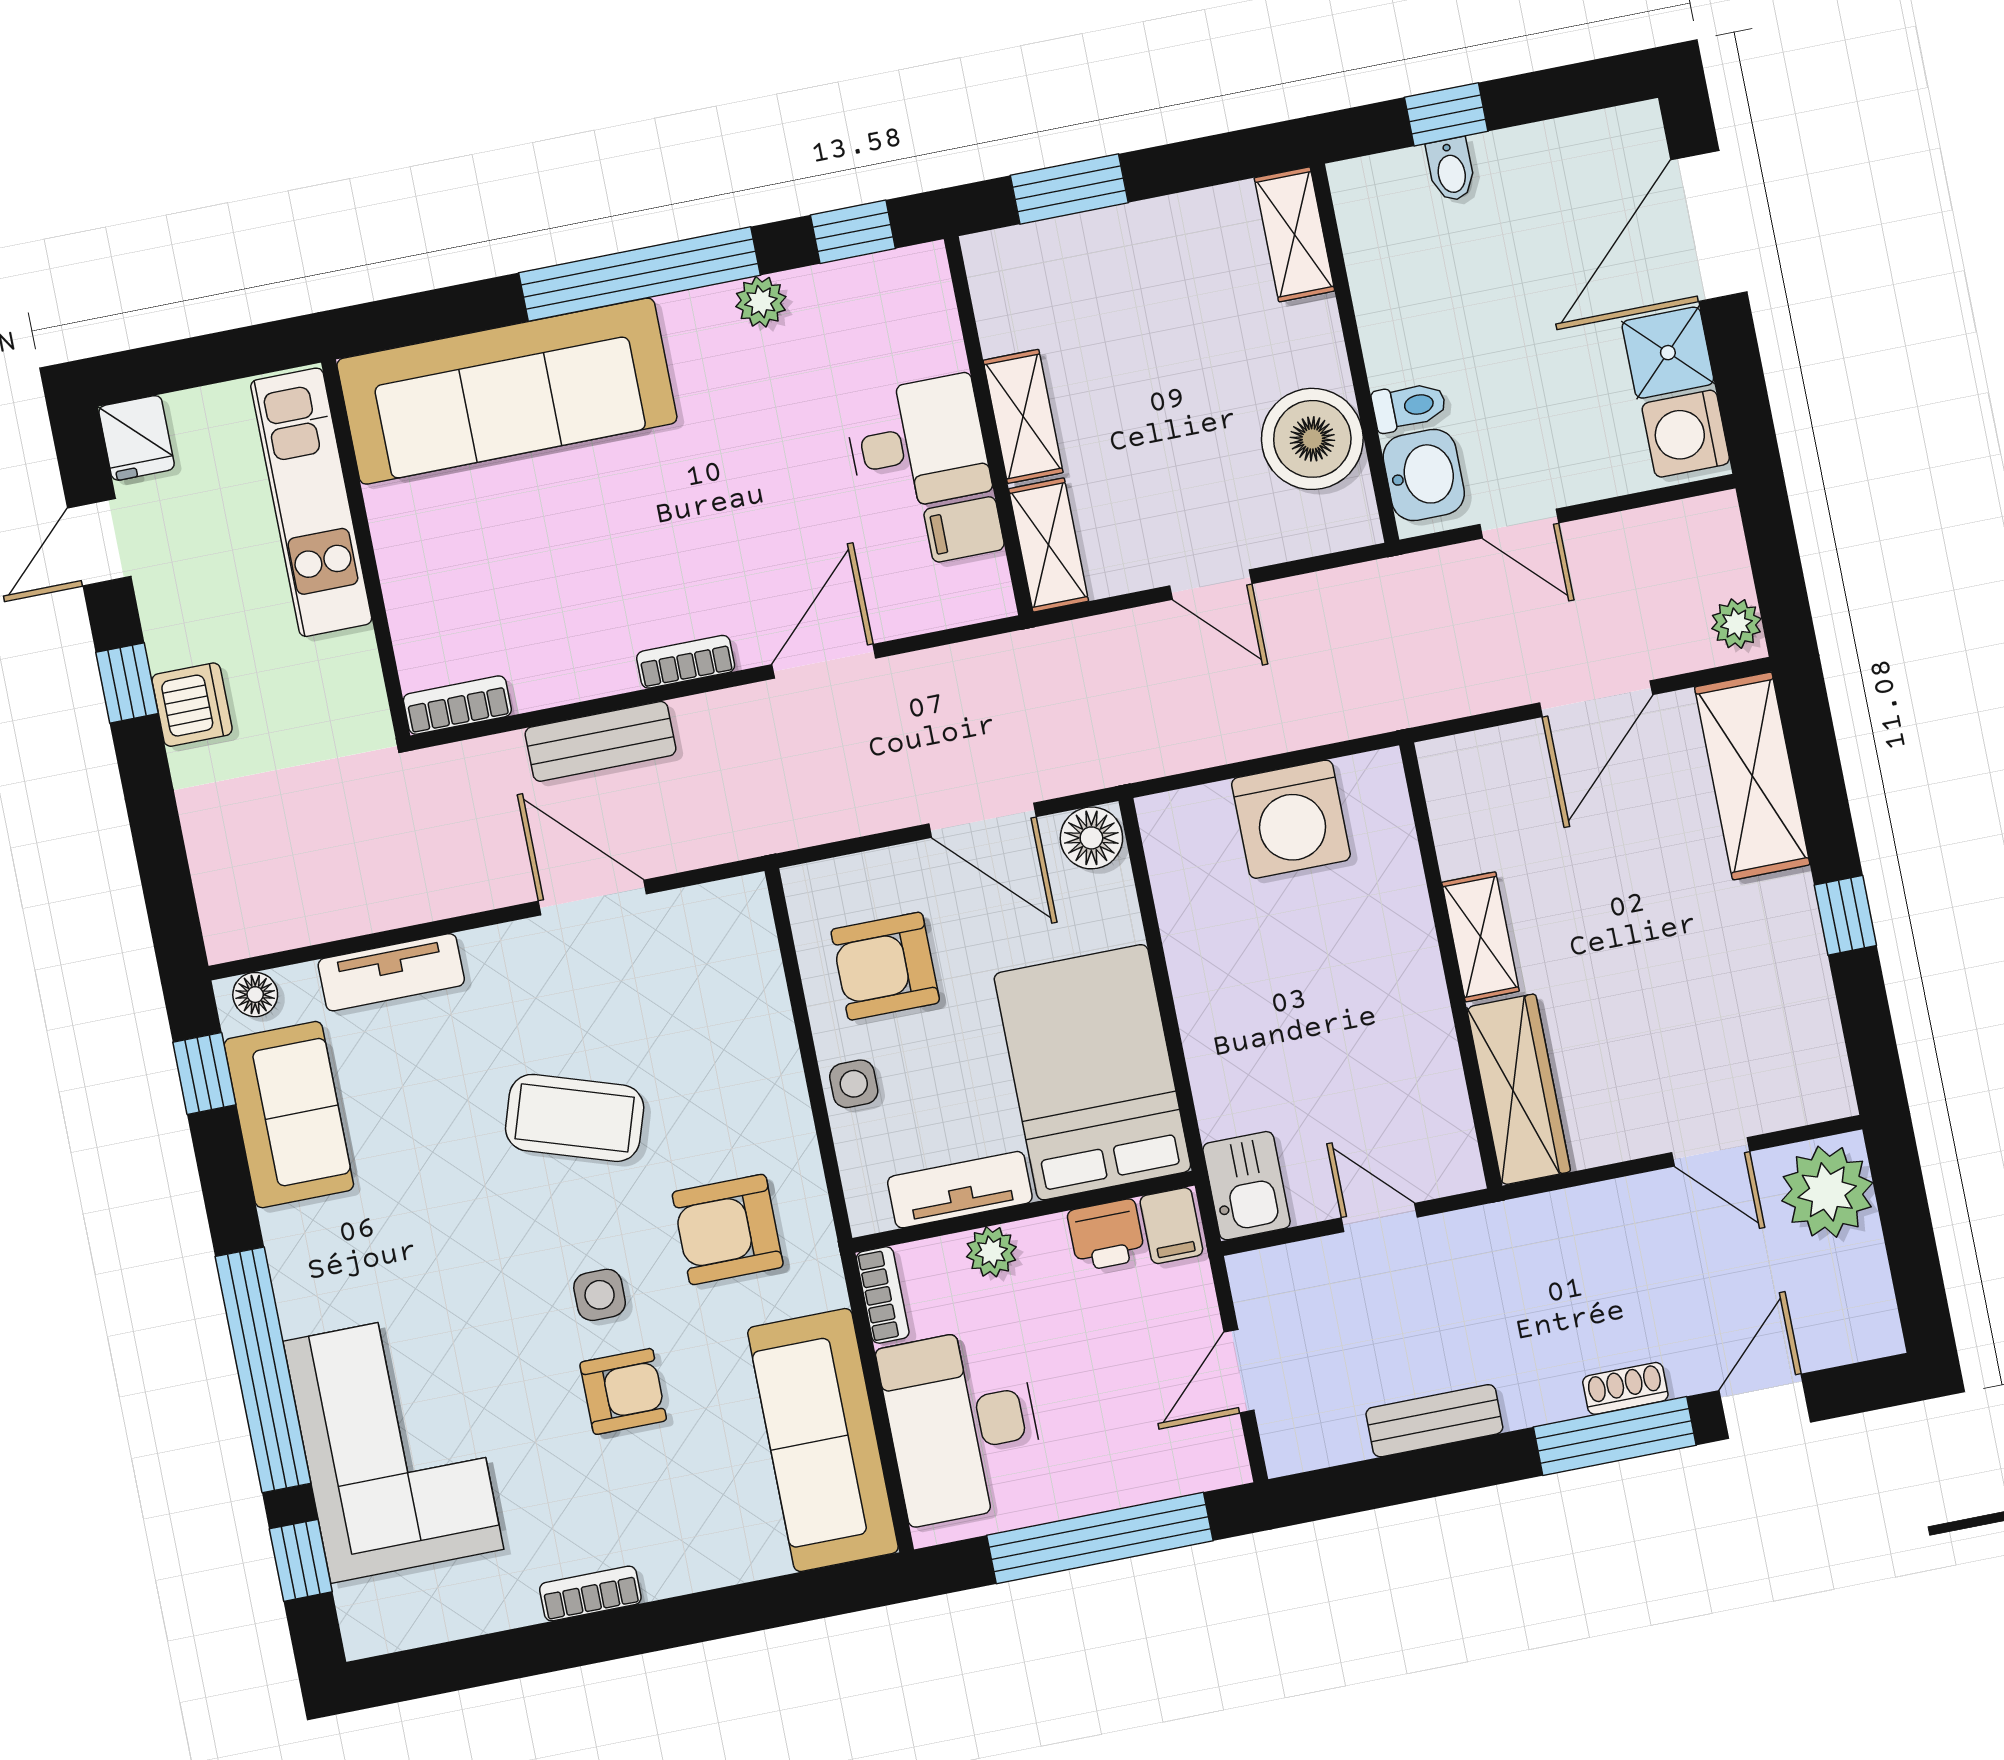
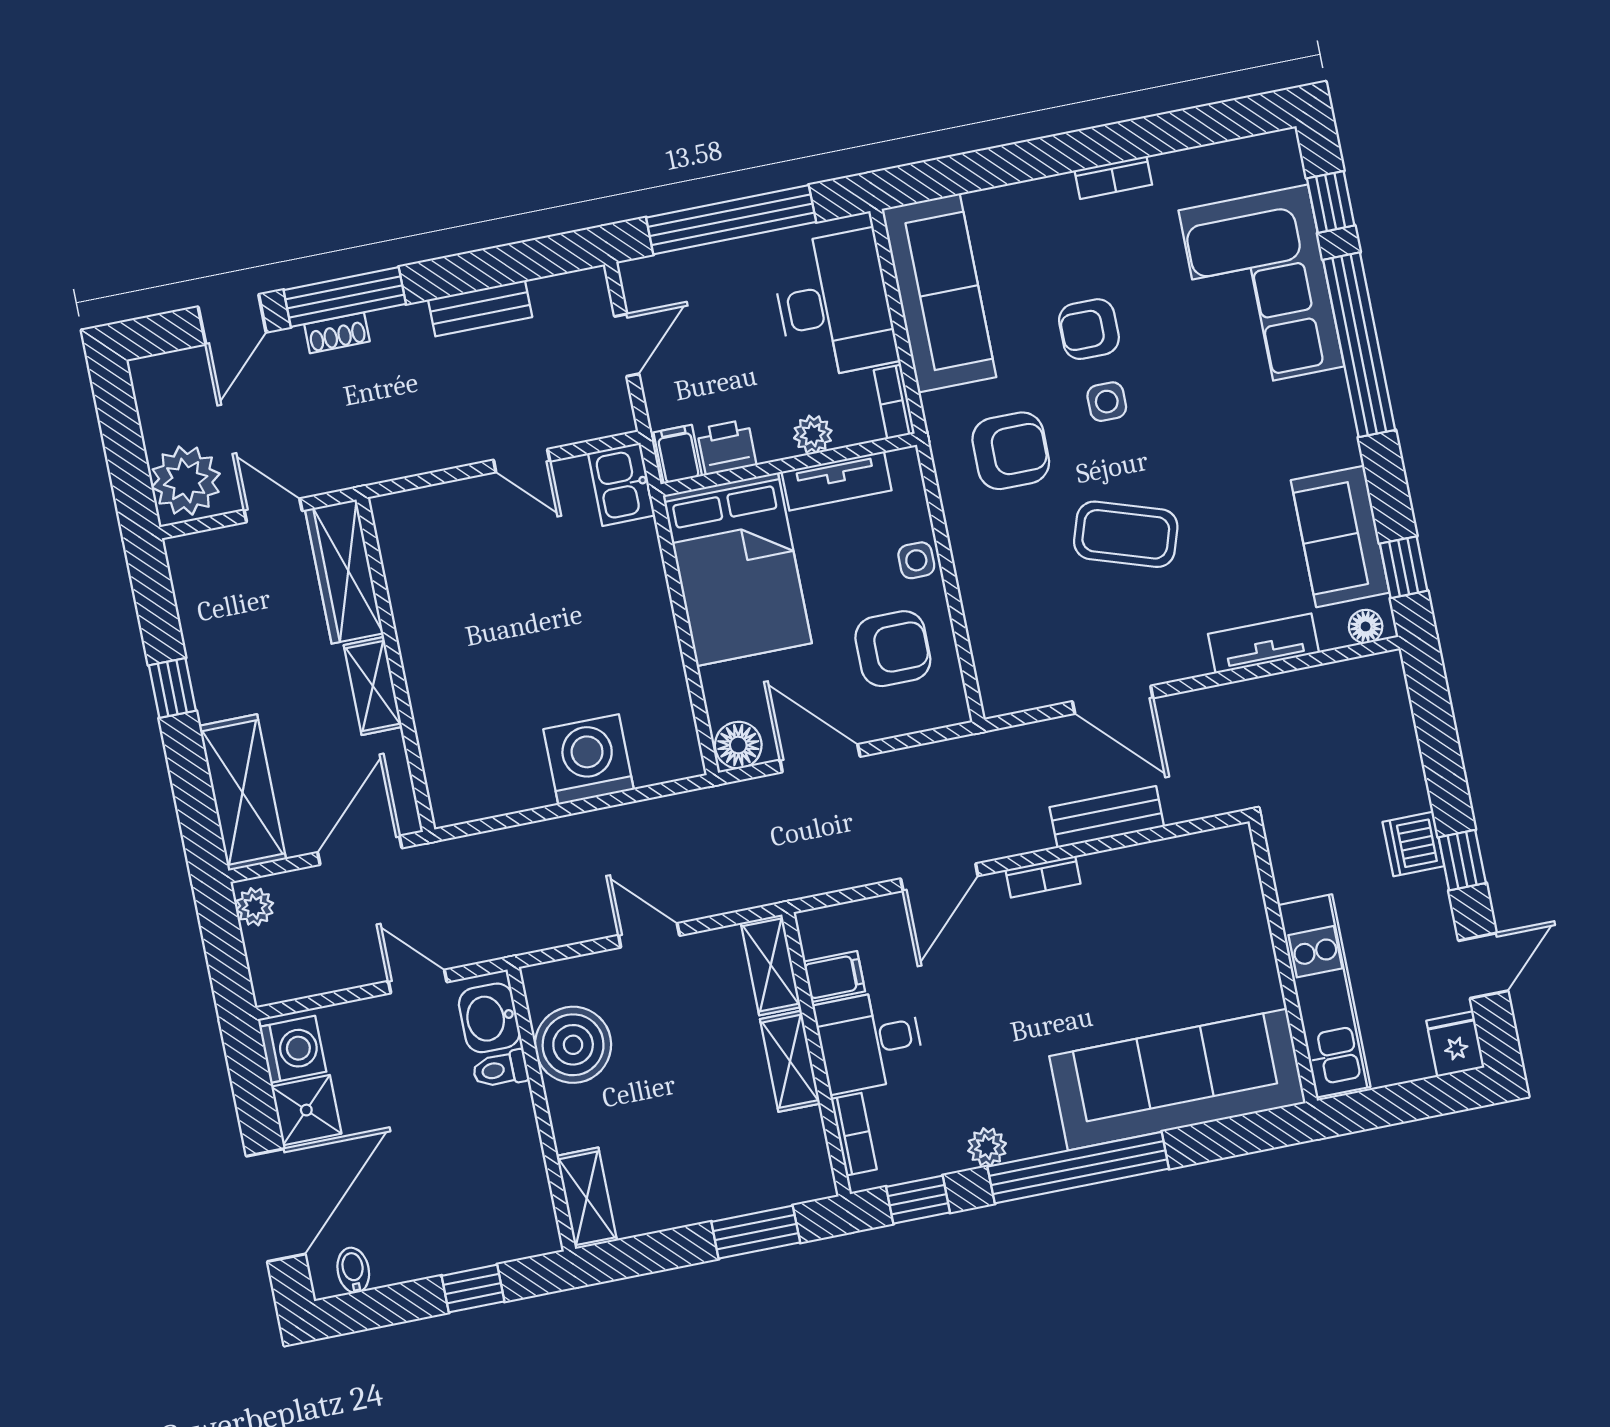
bidet: (1451, 170) -> (353, 1270), moved
bookcase: (457, 705) -> (854, 1134), moved, turned -90
shelving: (1481, 937) -> (373, 686), moved
wall: (1451, 965) -> (395, 665), moved
wardrobe: (1519, 1089) -> (344, 572), moved

